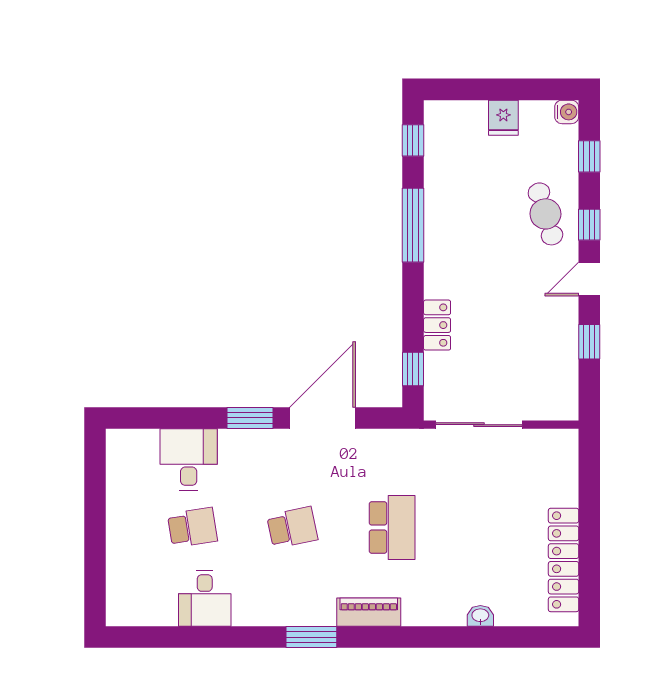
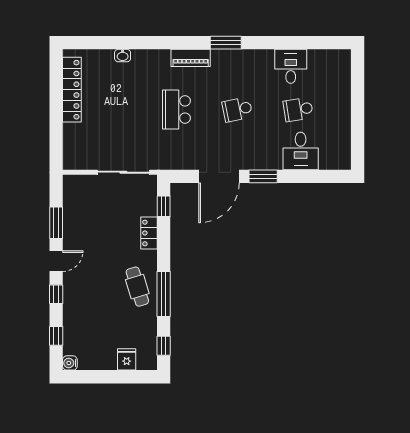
fridge: (503, 118) -> (127, 359), moved
cafe table: (545, 214) -> (137, 287), moved
window: (589, 342) -> (56, 223), width x1.50

